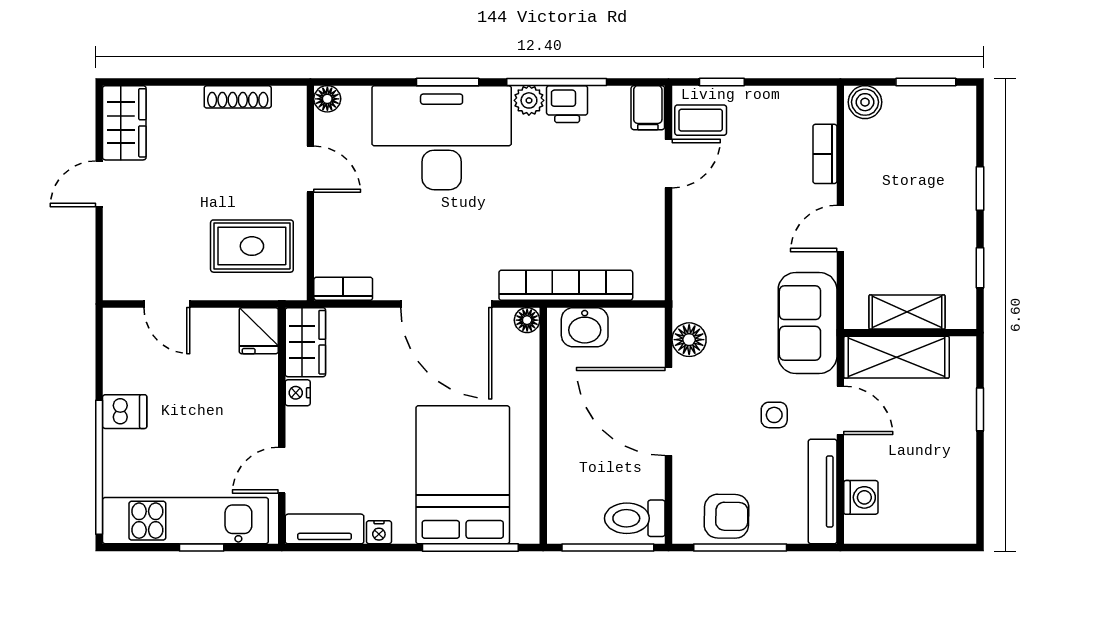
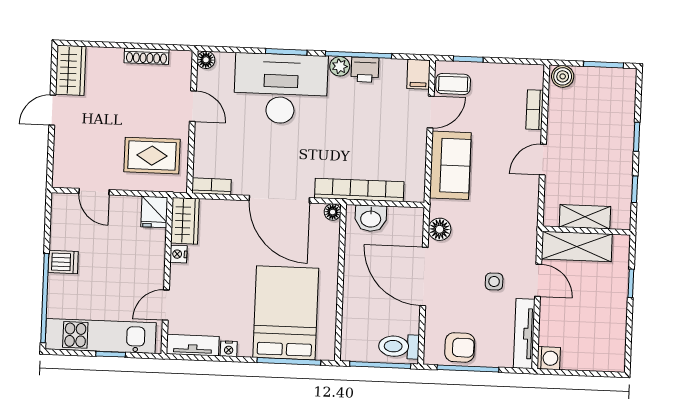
sofa: (808, 323) -> (450, 165), moved, turned 180
washing machine: (861, 497) -> (549, 358), moved

